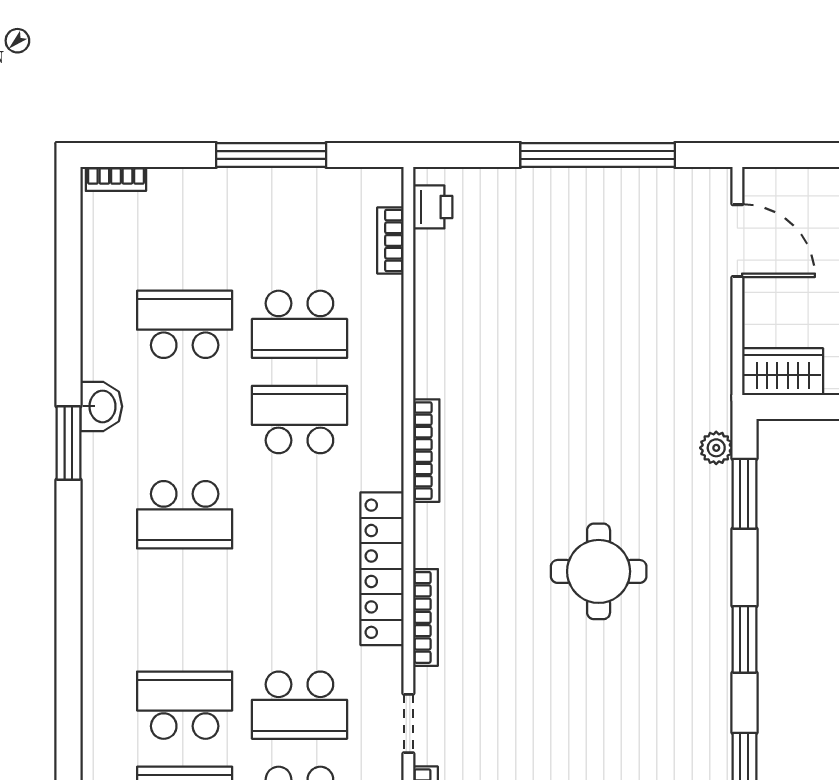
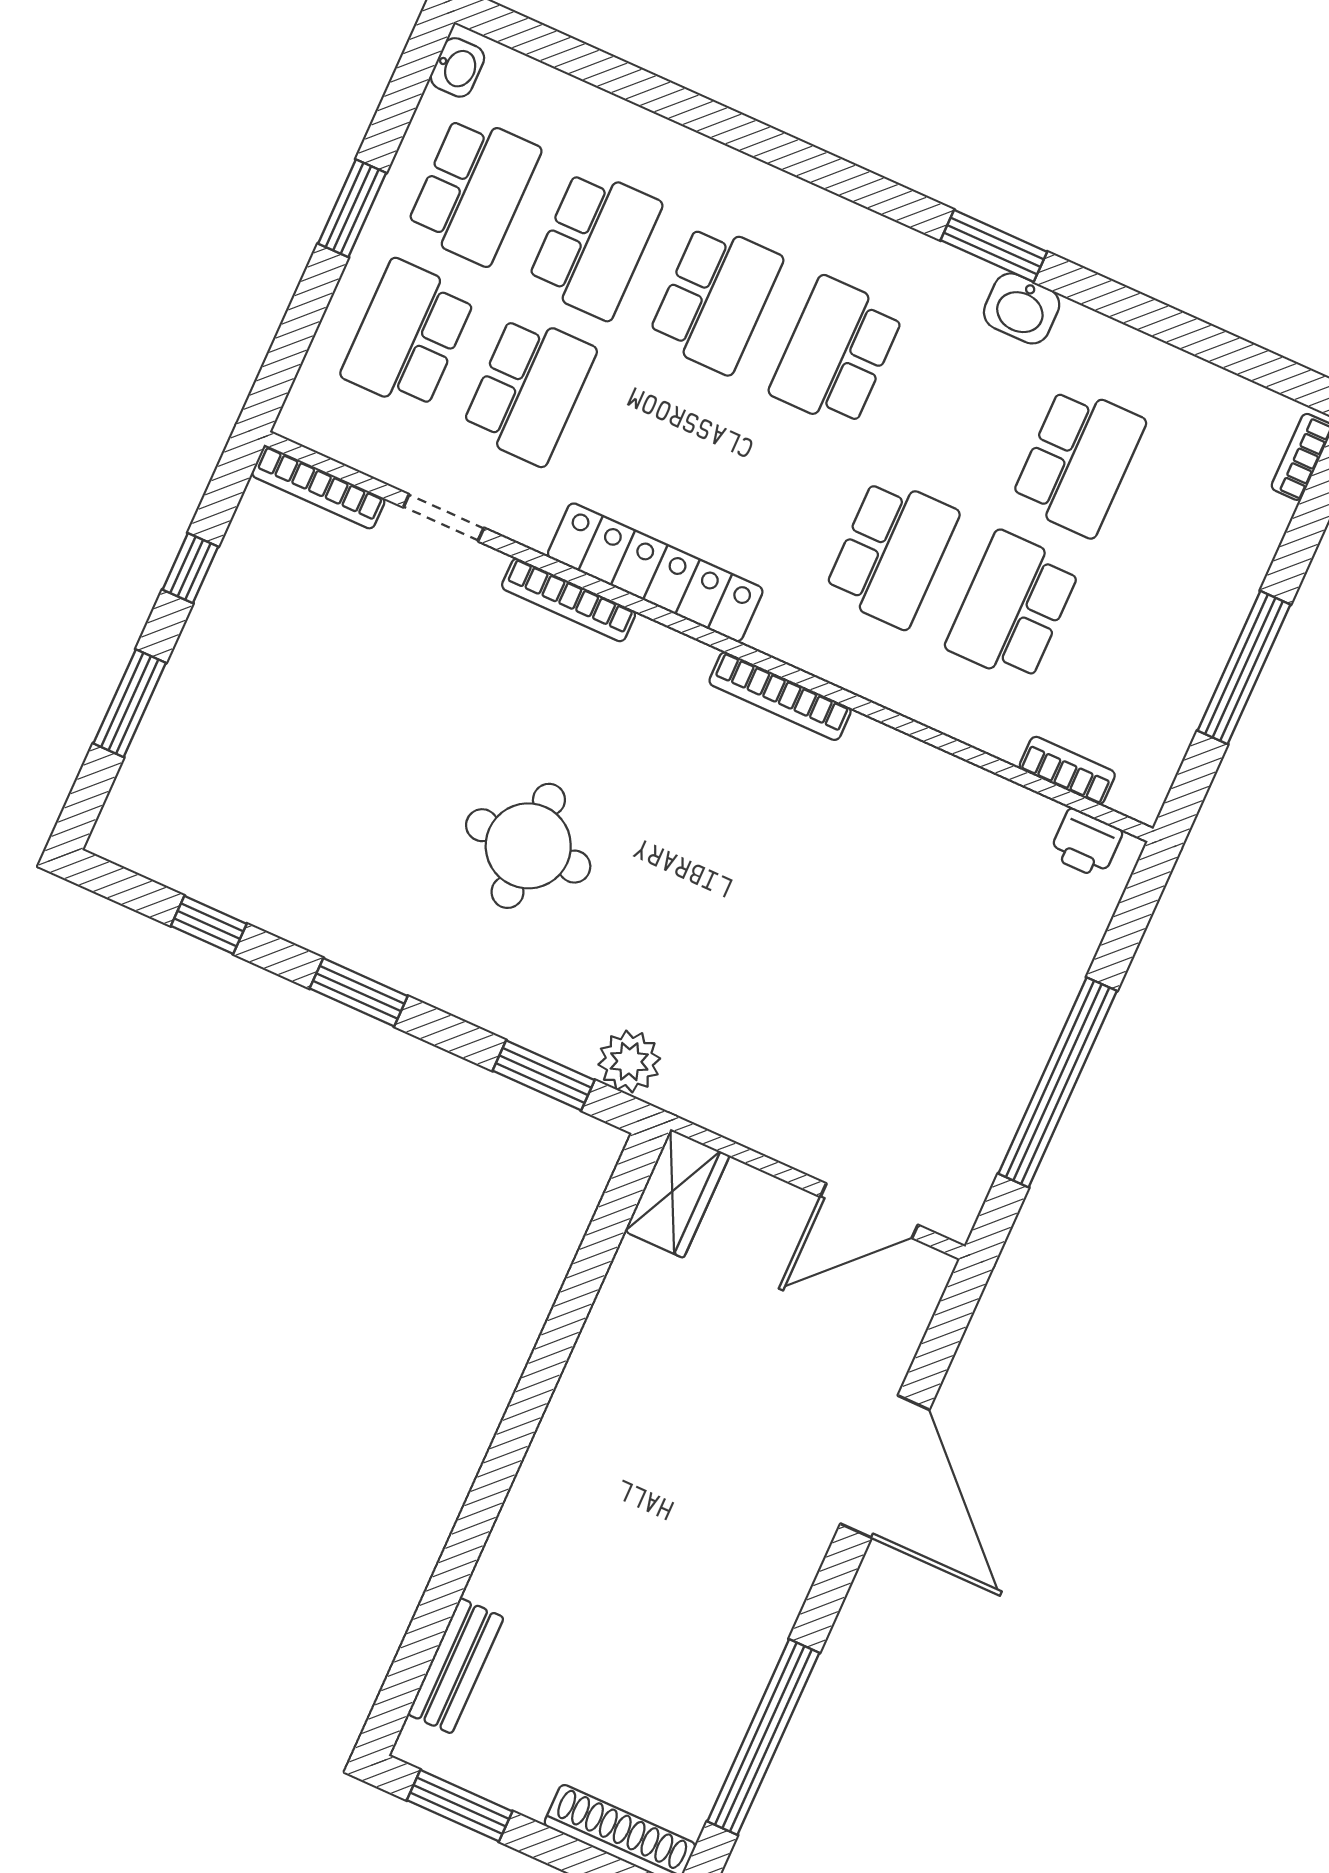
plant: (716, 448) -> (629, 1061), width x1.38, depth x1.38
school desk: (185, 610) -> (716, 298), added
school desk: (299, 705) -> (529, 390), turned 180

